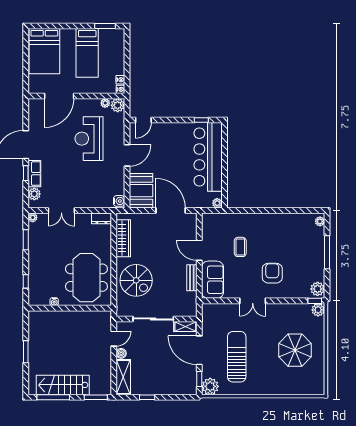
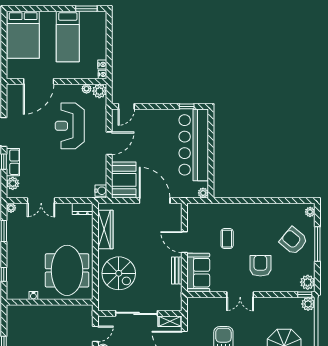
armchair: (304, 249) -> (294, 241), added

